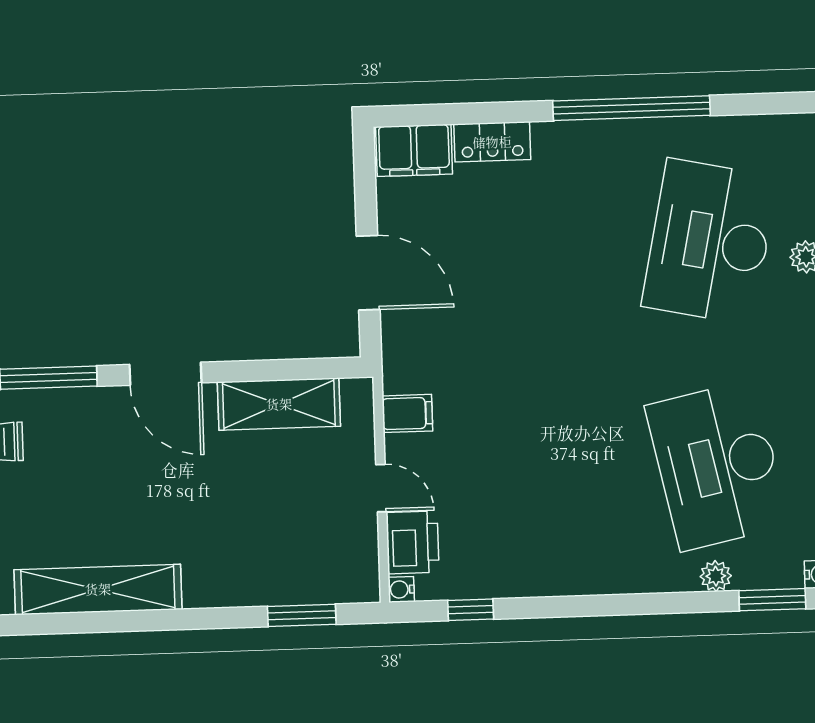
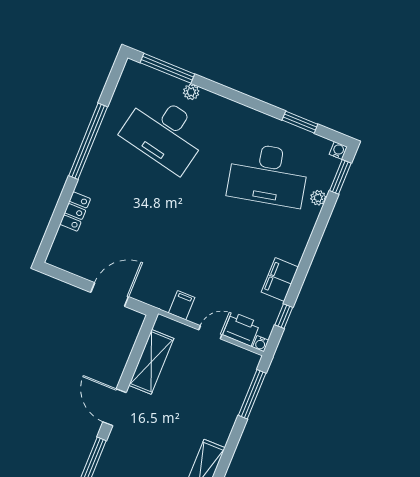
filing cabinet: (414, 150) -> (280, 280), moved, turned 180
door: (166, 374) -> (115, 407), swing flipped
window: (302, 615) -> (252, 394), width x1.44

